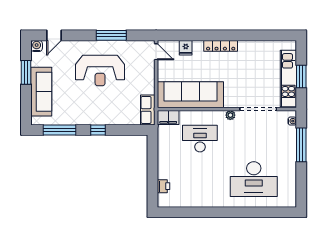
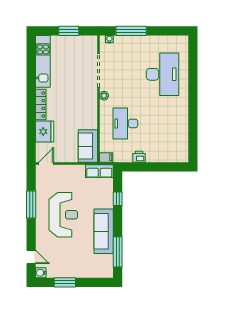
fridge: (186, 48) -> (45, 131), width x1.88, depth x1.34
kitchen unit: (288, 78) -> (43, 61), moved, turned -90
sofa: (41, 92) -> (104, 231), moved, turned -90
sofa: (190, 95) -> (88, 146), width x0.54, depth x0.79
filing cabinet: (168, 117) -> (106, 157), width x0.50
window: (98, 130) -> (118, 199), moved
printer: (164, 186) -> (139, 157), moved

